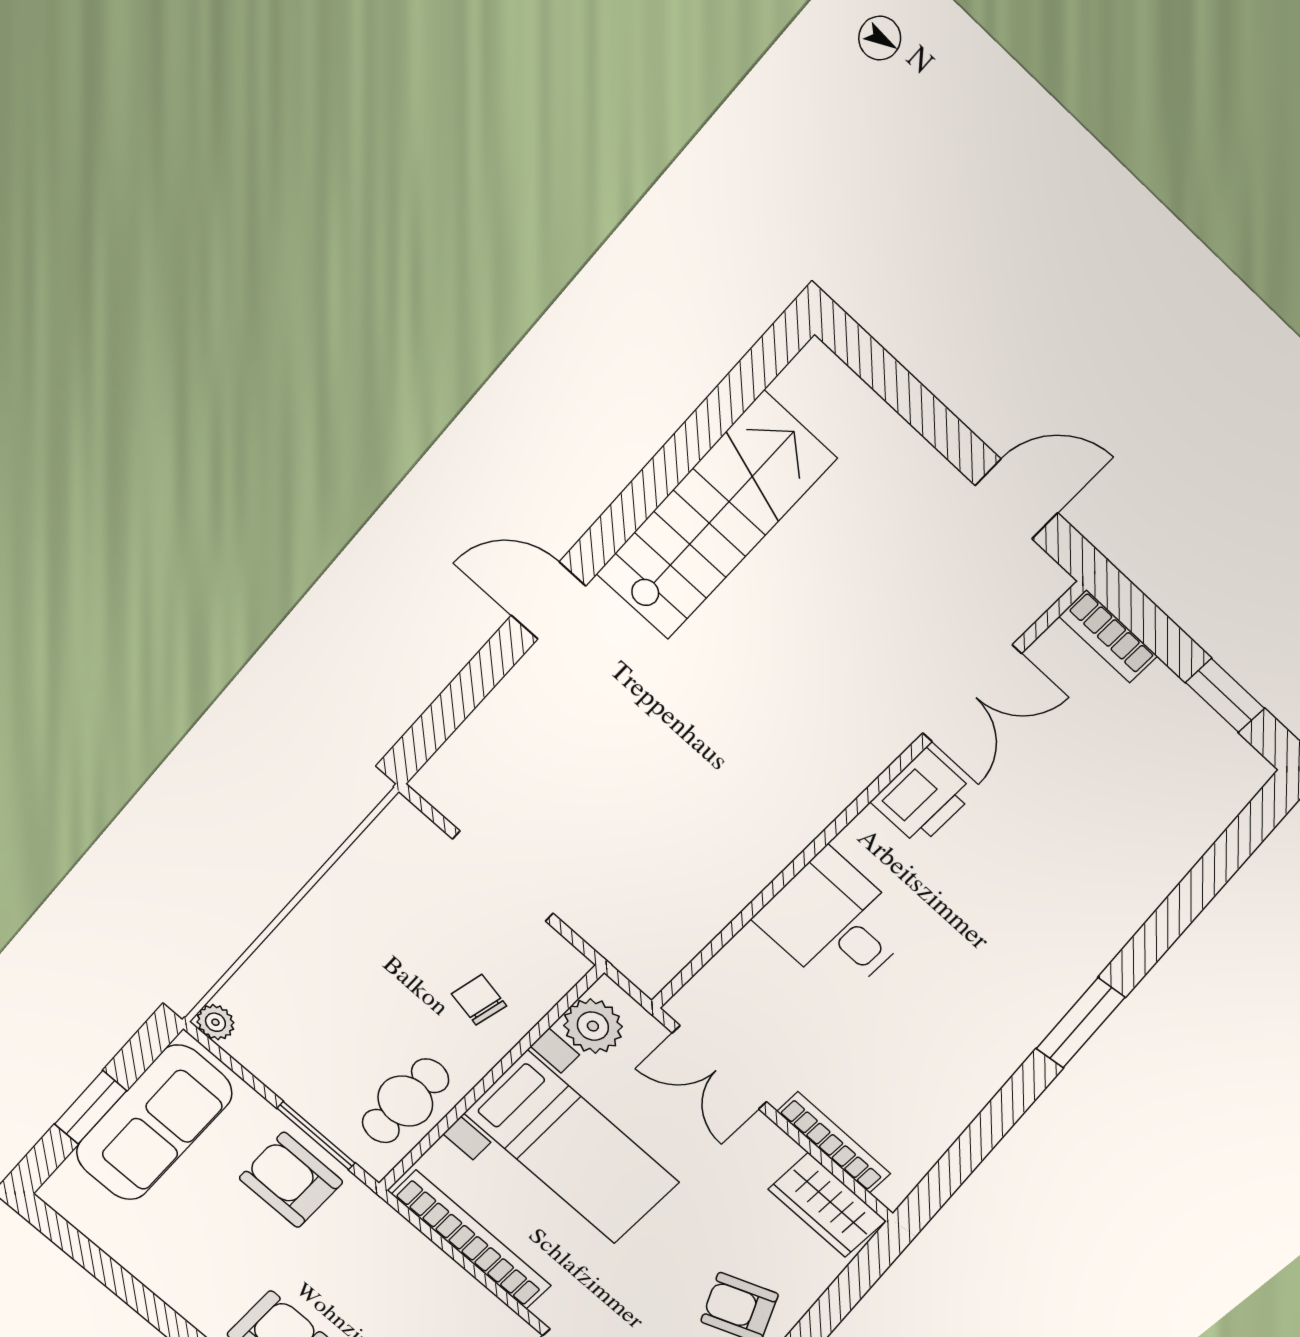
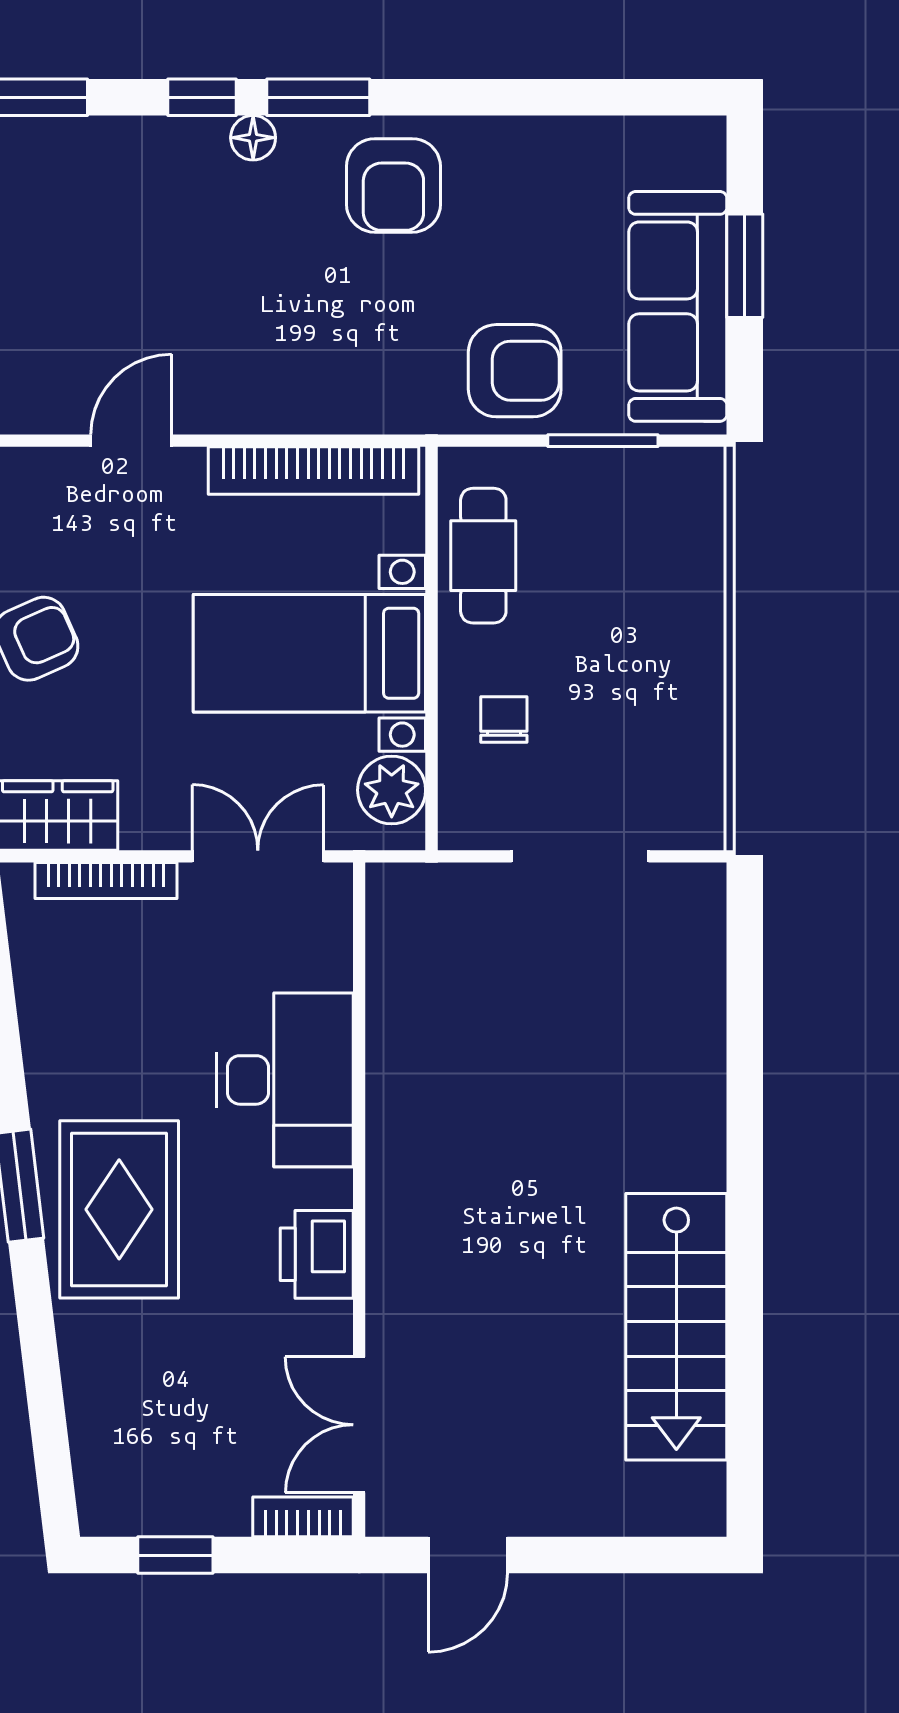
door: (548, 601) -> (745, 1135), removed
double door: (972, 694) -> (359, 1425), moved
desk: (835, 923) -> (285, 1080), width x1.37
rug: (1029, 948) -> (119, 1209), added
chair: (479, 1000) -> (504, 720), turned -102
plant: (215, 1022) -> (704, 469), removed
window: (316, 1136) -> (603, 441), moved

